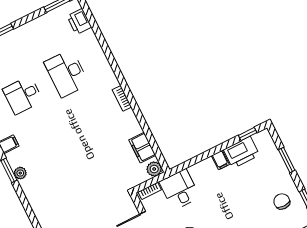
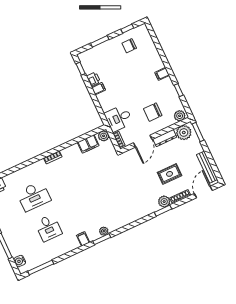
printer: (241, 152) -> (93, 79), width x0.53, depth x0.68

